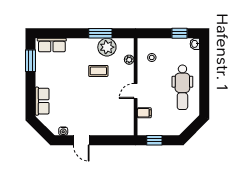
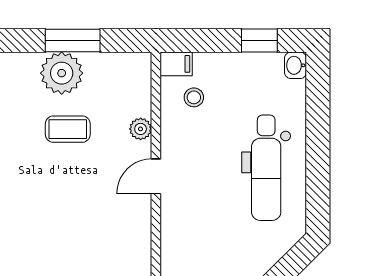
plant: (107, 47) -> (62, 73), moved
plant: (129, 60) -> (141, 129), moved
filing cabinet: (144, 113) -> (176, 64), moved

